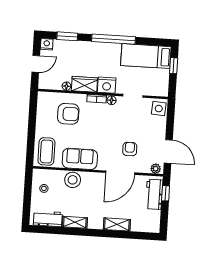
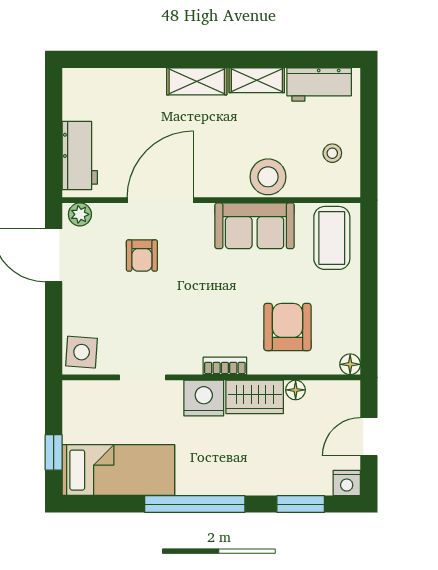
floor lamp: (112, 100) -> (350, 364), moved
armchair: (68, 114) -> (287, 327), turned 90
window: (166, 193) -> (54, 159), removed
shelving: (117, 224) -> (197, 81), moved

